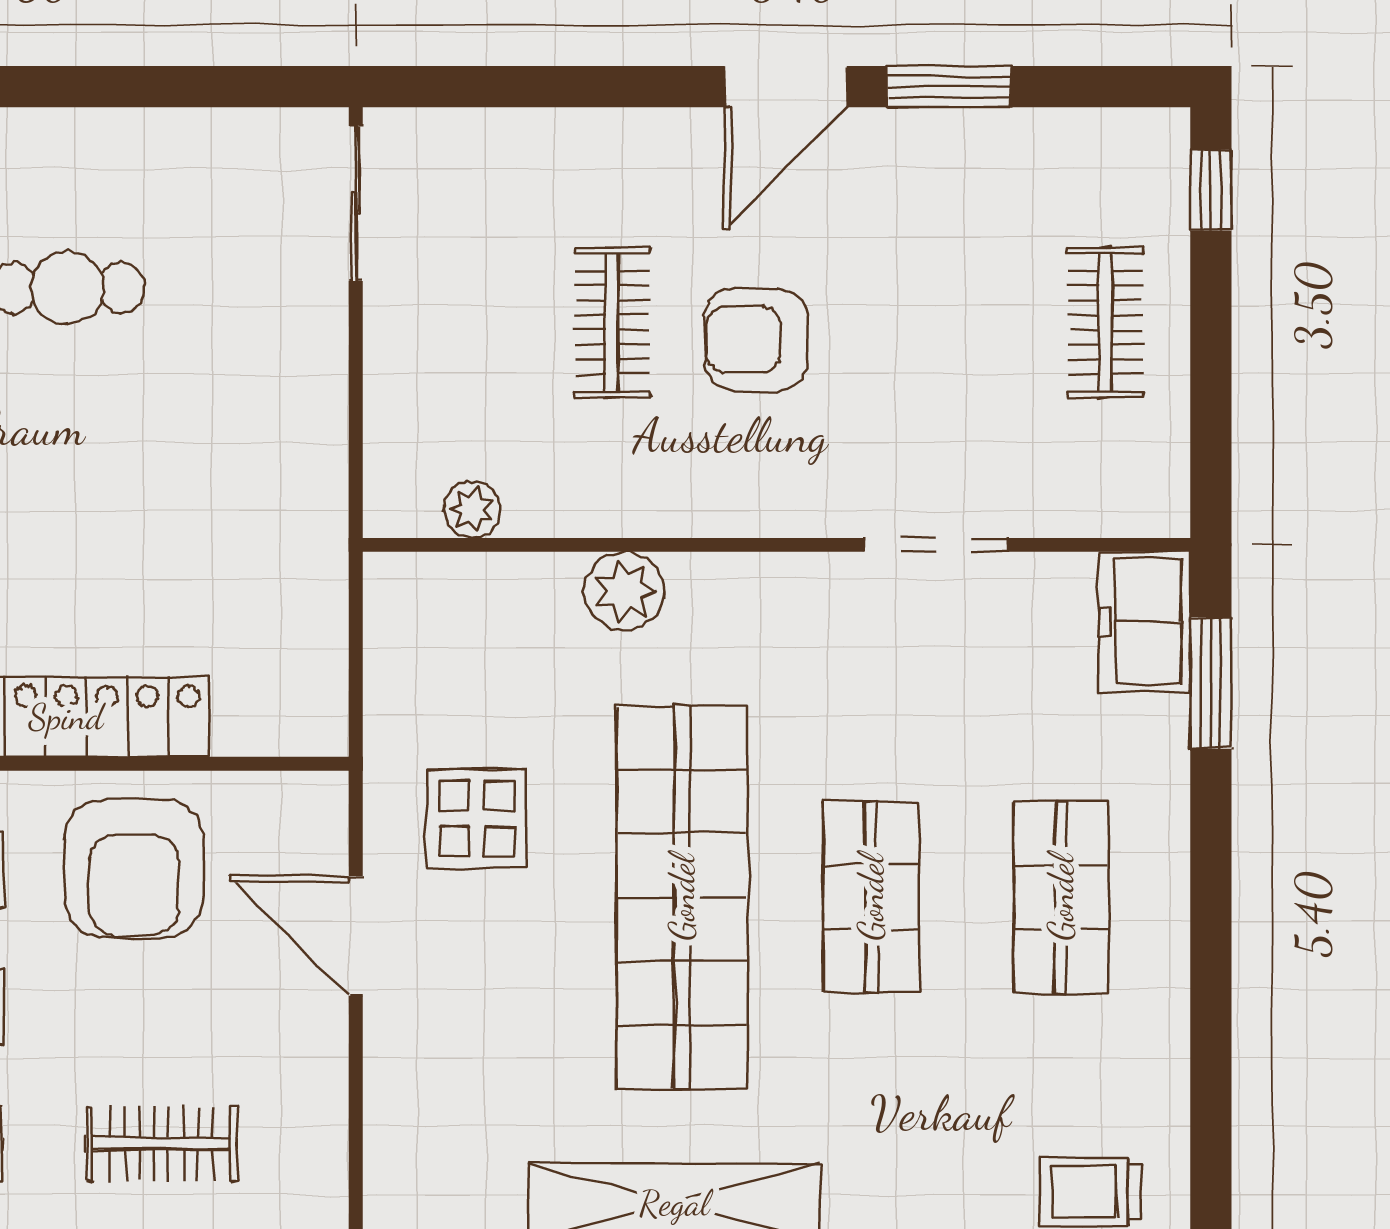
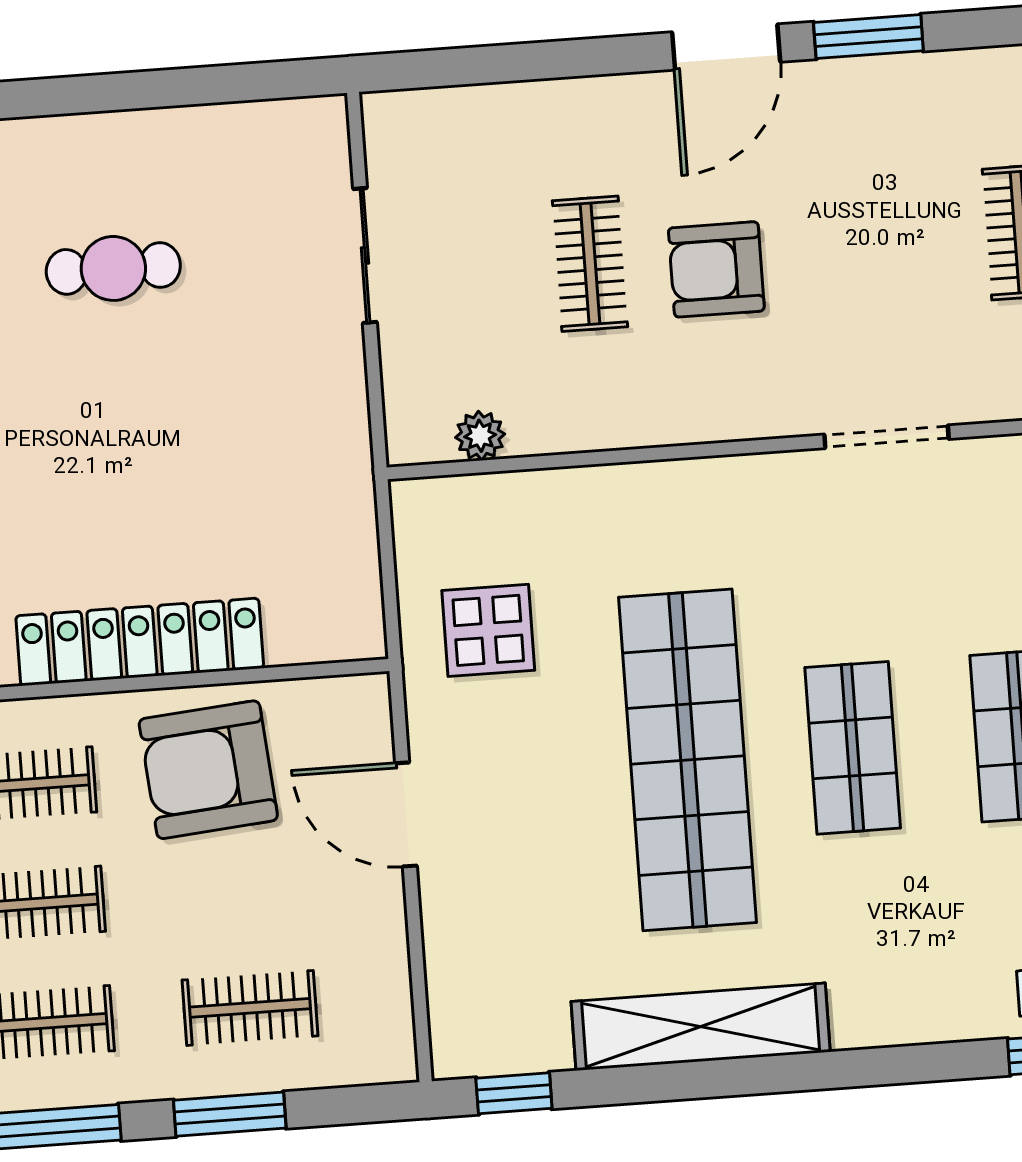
sliding door: (356, 203) -> (365, 256), moved
plant: (624, 591) -> (618, 497), removed
display table: (477, 819) -> (488, 630), moved
armchair: (134, 868) -> (208, 770), turned 85

